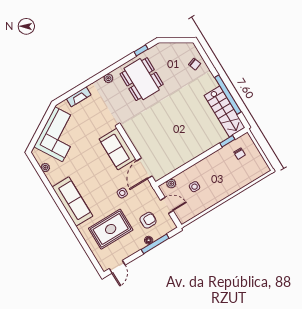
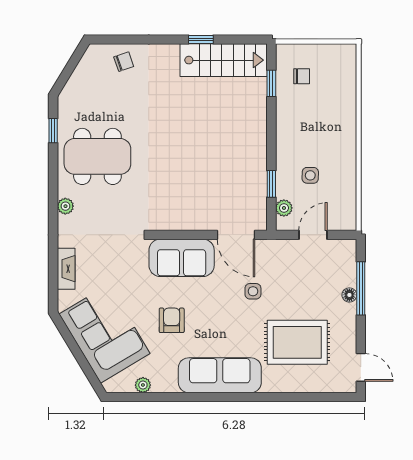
window: (228, 95) -> (201, 39), width x0.32
window: (179, 171) -> (271, 184), added
armchair: (148, 220) -> (172, 320), moved
rug: (111, 229) -> (297, 342), turned 90

